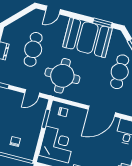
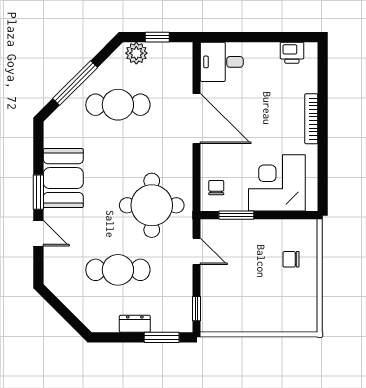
door: (53, 10) -> (38, 233), moved
window: (102, 23) -> (38, 192), moved
booth: (87, 38) -> (63, 178), width x0.73, depth x0.70

